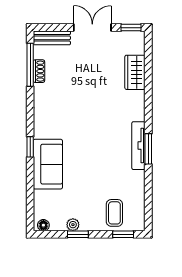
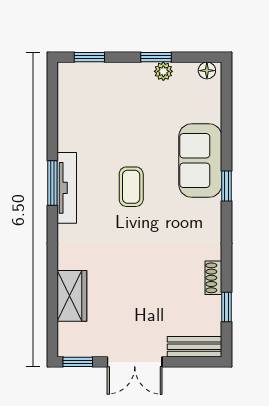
window: (30, 65) -> (226, 307), width x0.46
shoe rack: (39, 71) -> (213, 278), moved
coffee table: (114, 213) -> (131, 187), moved

